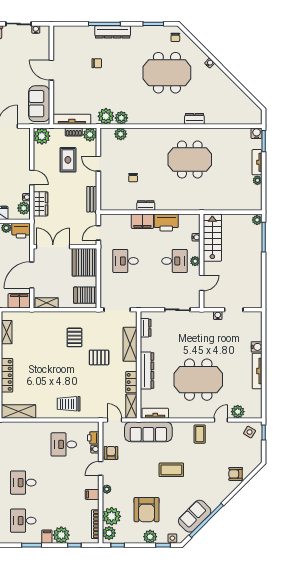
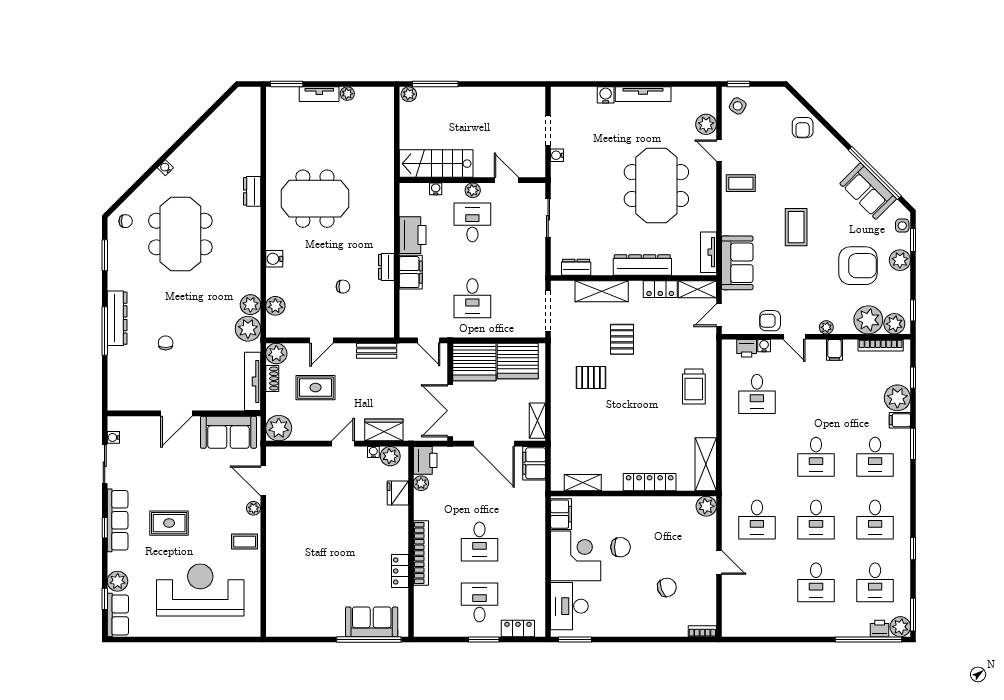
water cooler: (257, 133) -> (274, 259), moved
meeting table: (190, 159) -> (315, 199), turned 90
server rack: (85, 295) -> (518, 361), width x1.60
sofa: (148, 432) -> (737, 263), width x0.73

